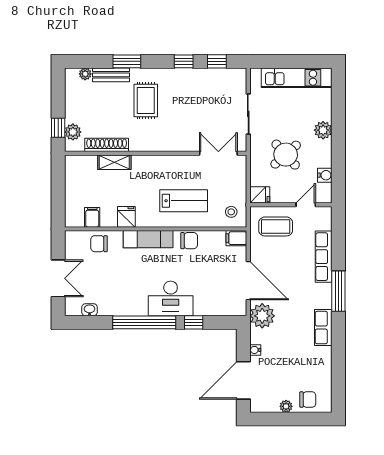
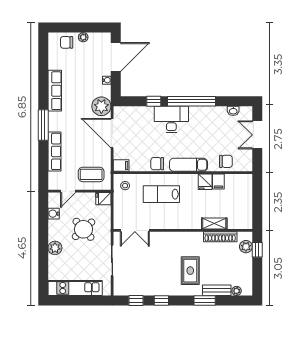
filing cabinet: (92, 217) -> (218, 181), moved
row of seats: (323, 328) -> (55, 91), width x1.48

